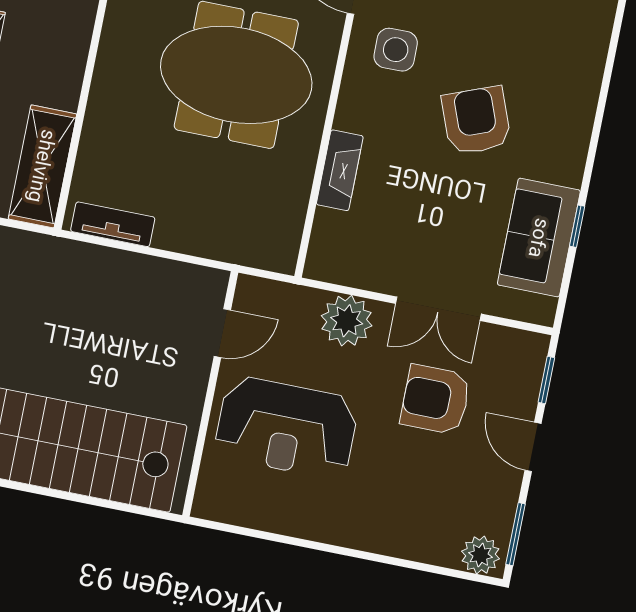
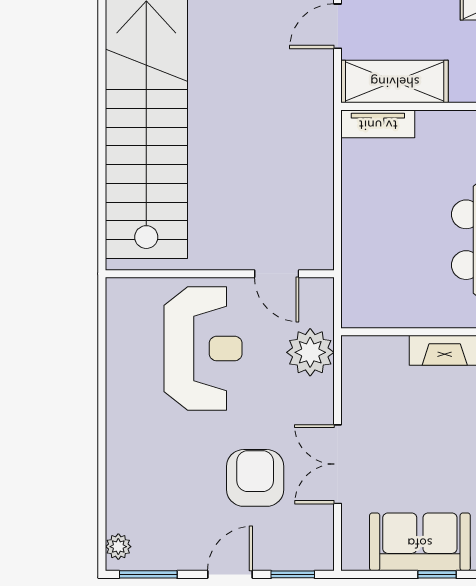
tv unit: (113, 224) -> (378, 124), moved, turned 90
plant: (347, 321) -> (310, 352), moved
reception desk: (286, 428) -> (203, 349), turned 180
plant: (481, 555) -> (118, 547), width x0.73, depth x0.73

